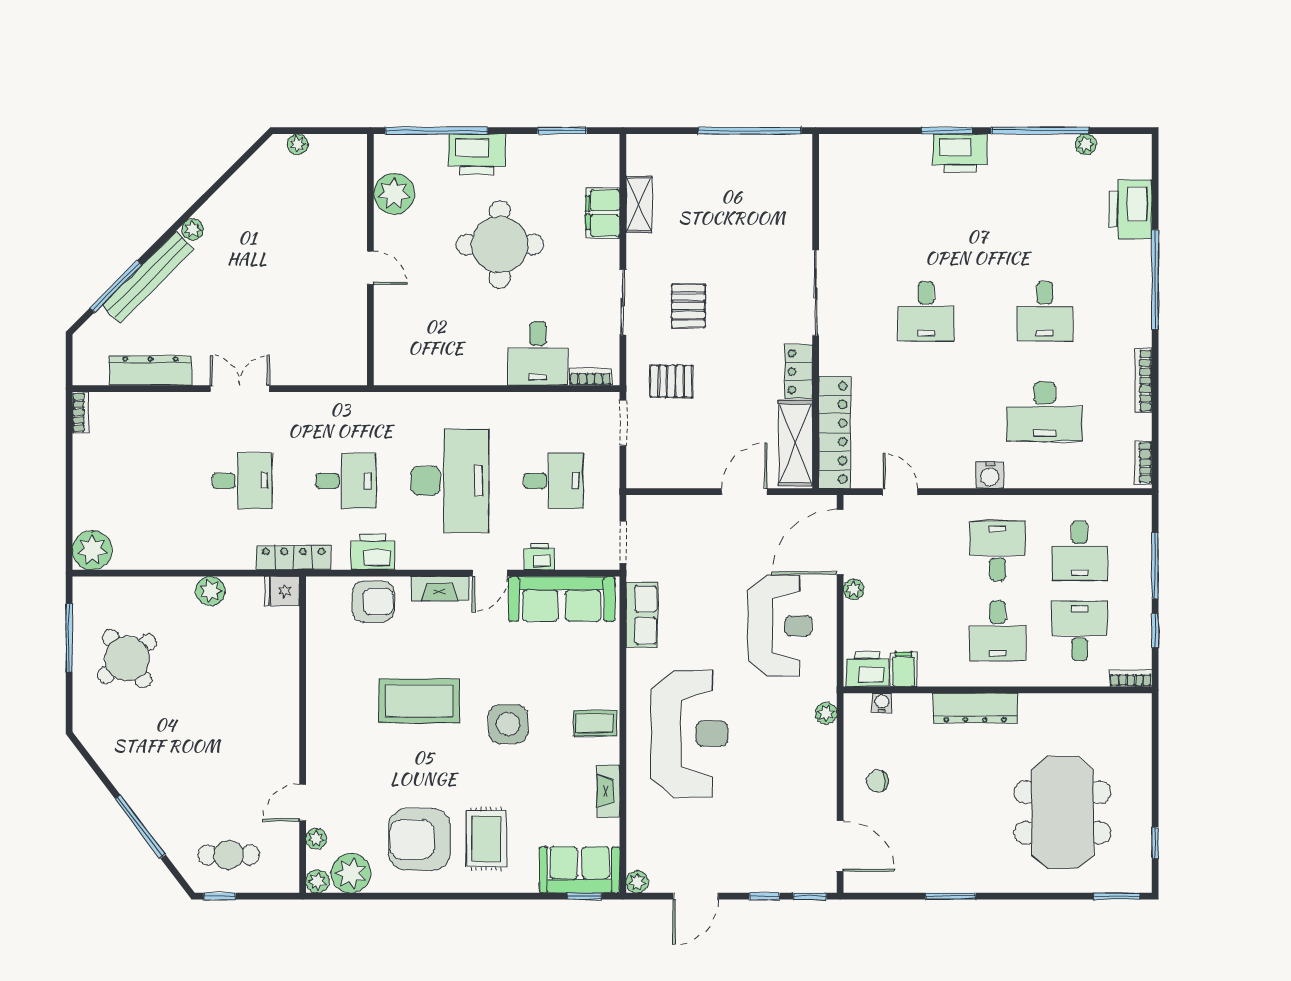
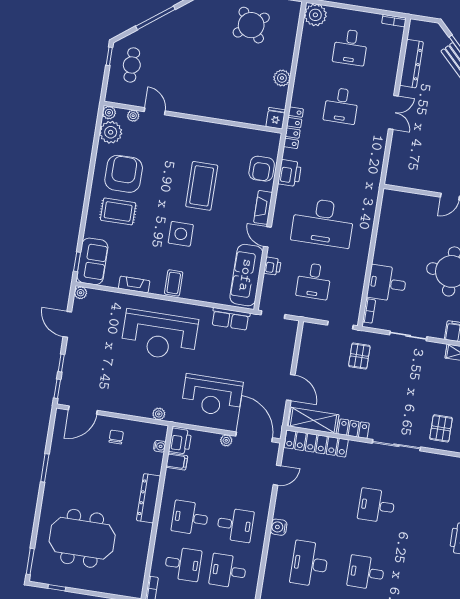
pallet: (688, 306) -> (441, 428), moved, turned 90
desk: (346, 481) -> (350, 47), moved

